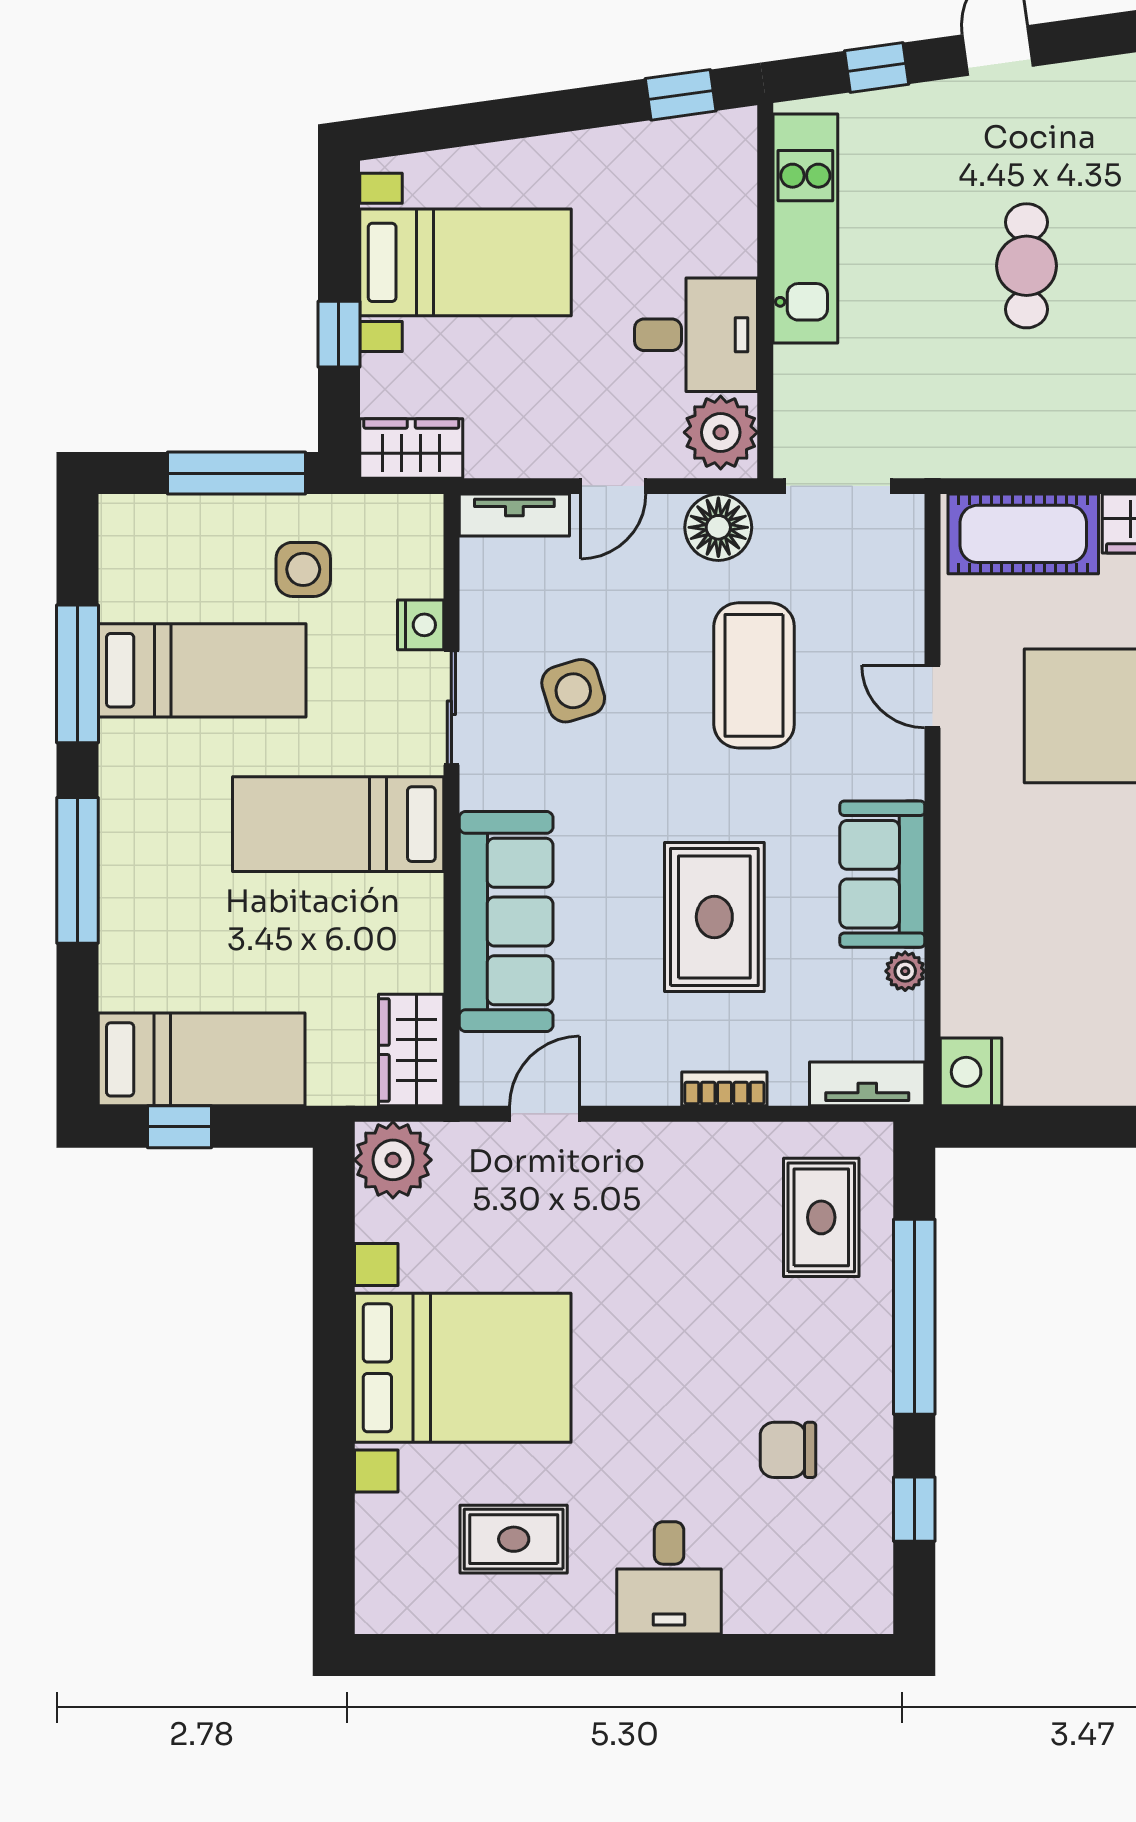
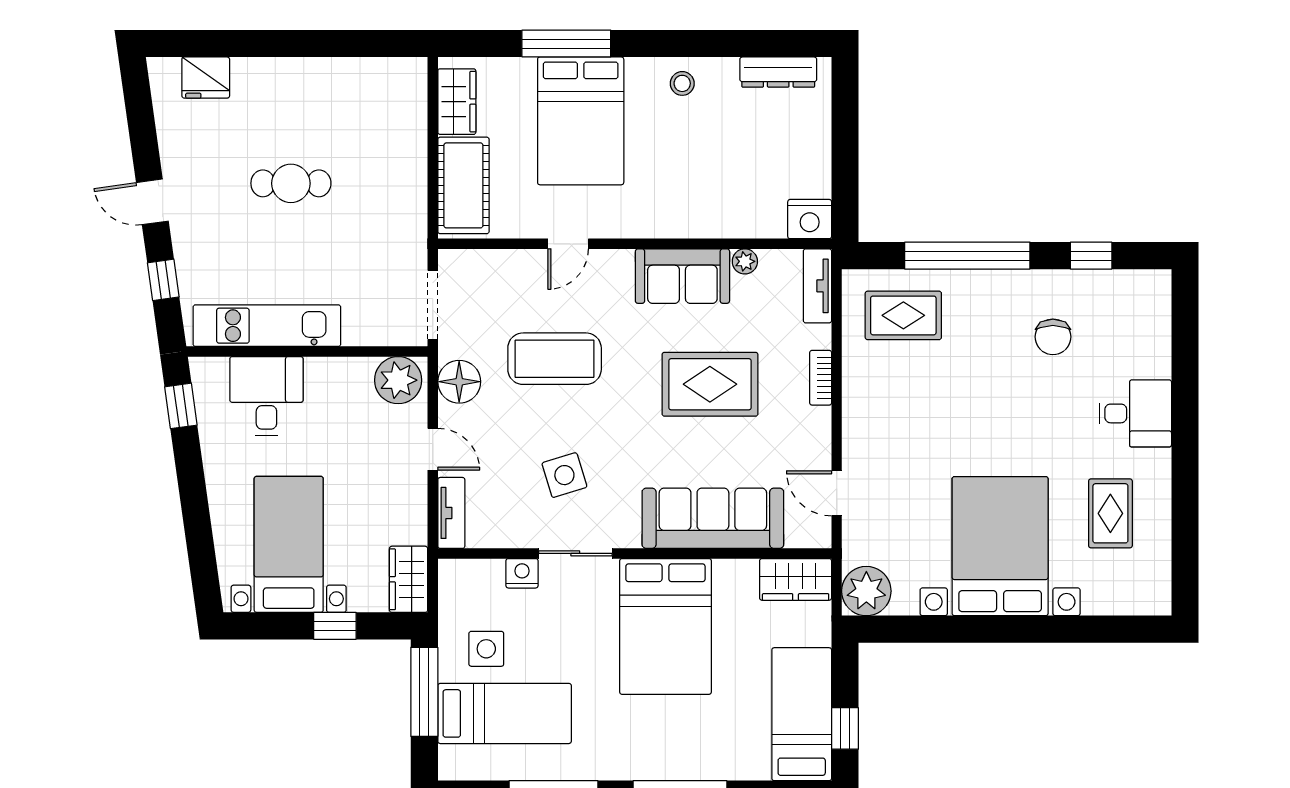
desk: (696, 335) -> (266, 396), moved
bed: (202, 670) -> (505, 713), moved, turned 90
bed: (338, 824) -> (665, 626), width x1.50

